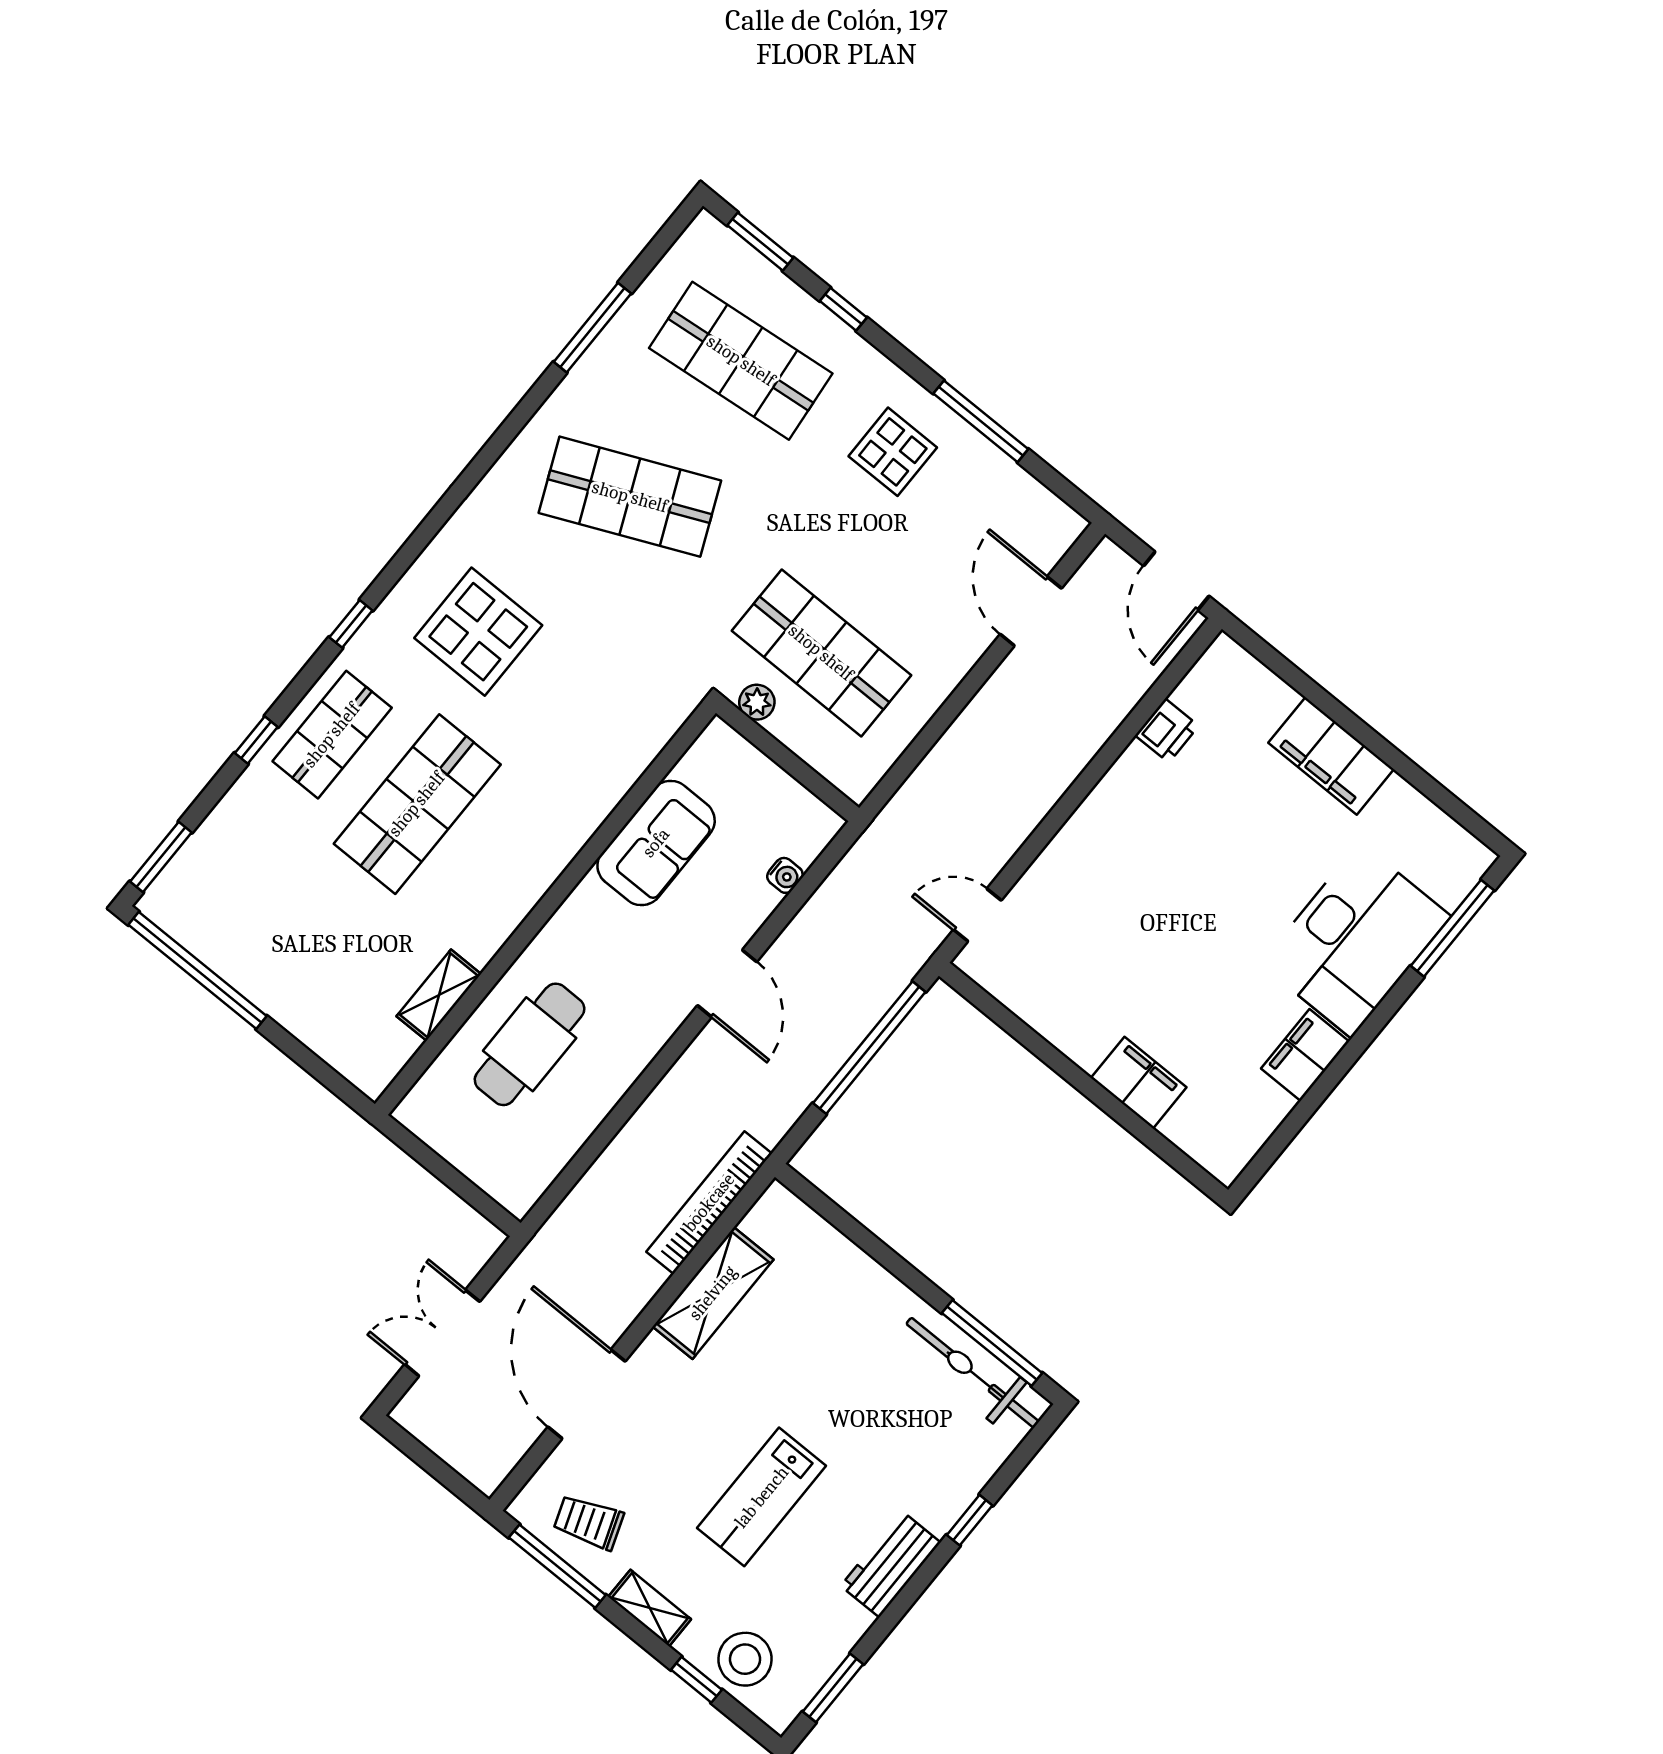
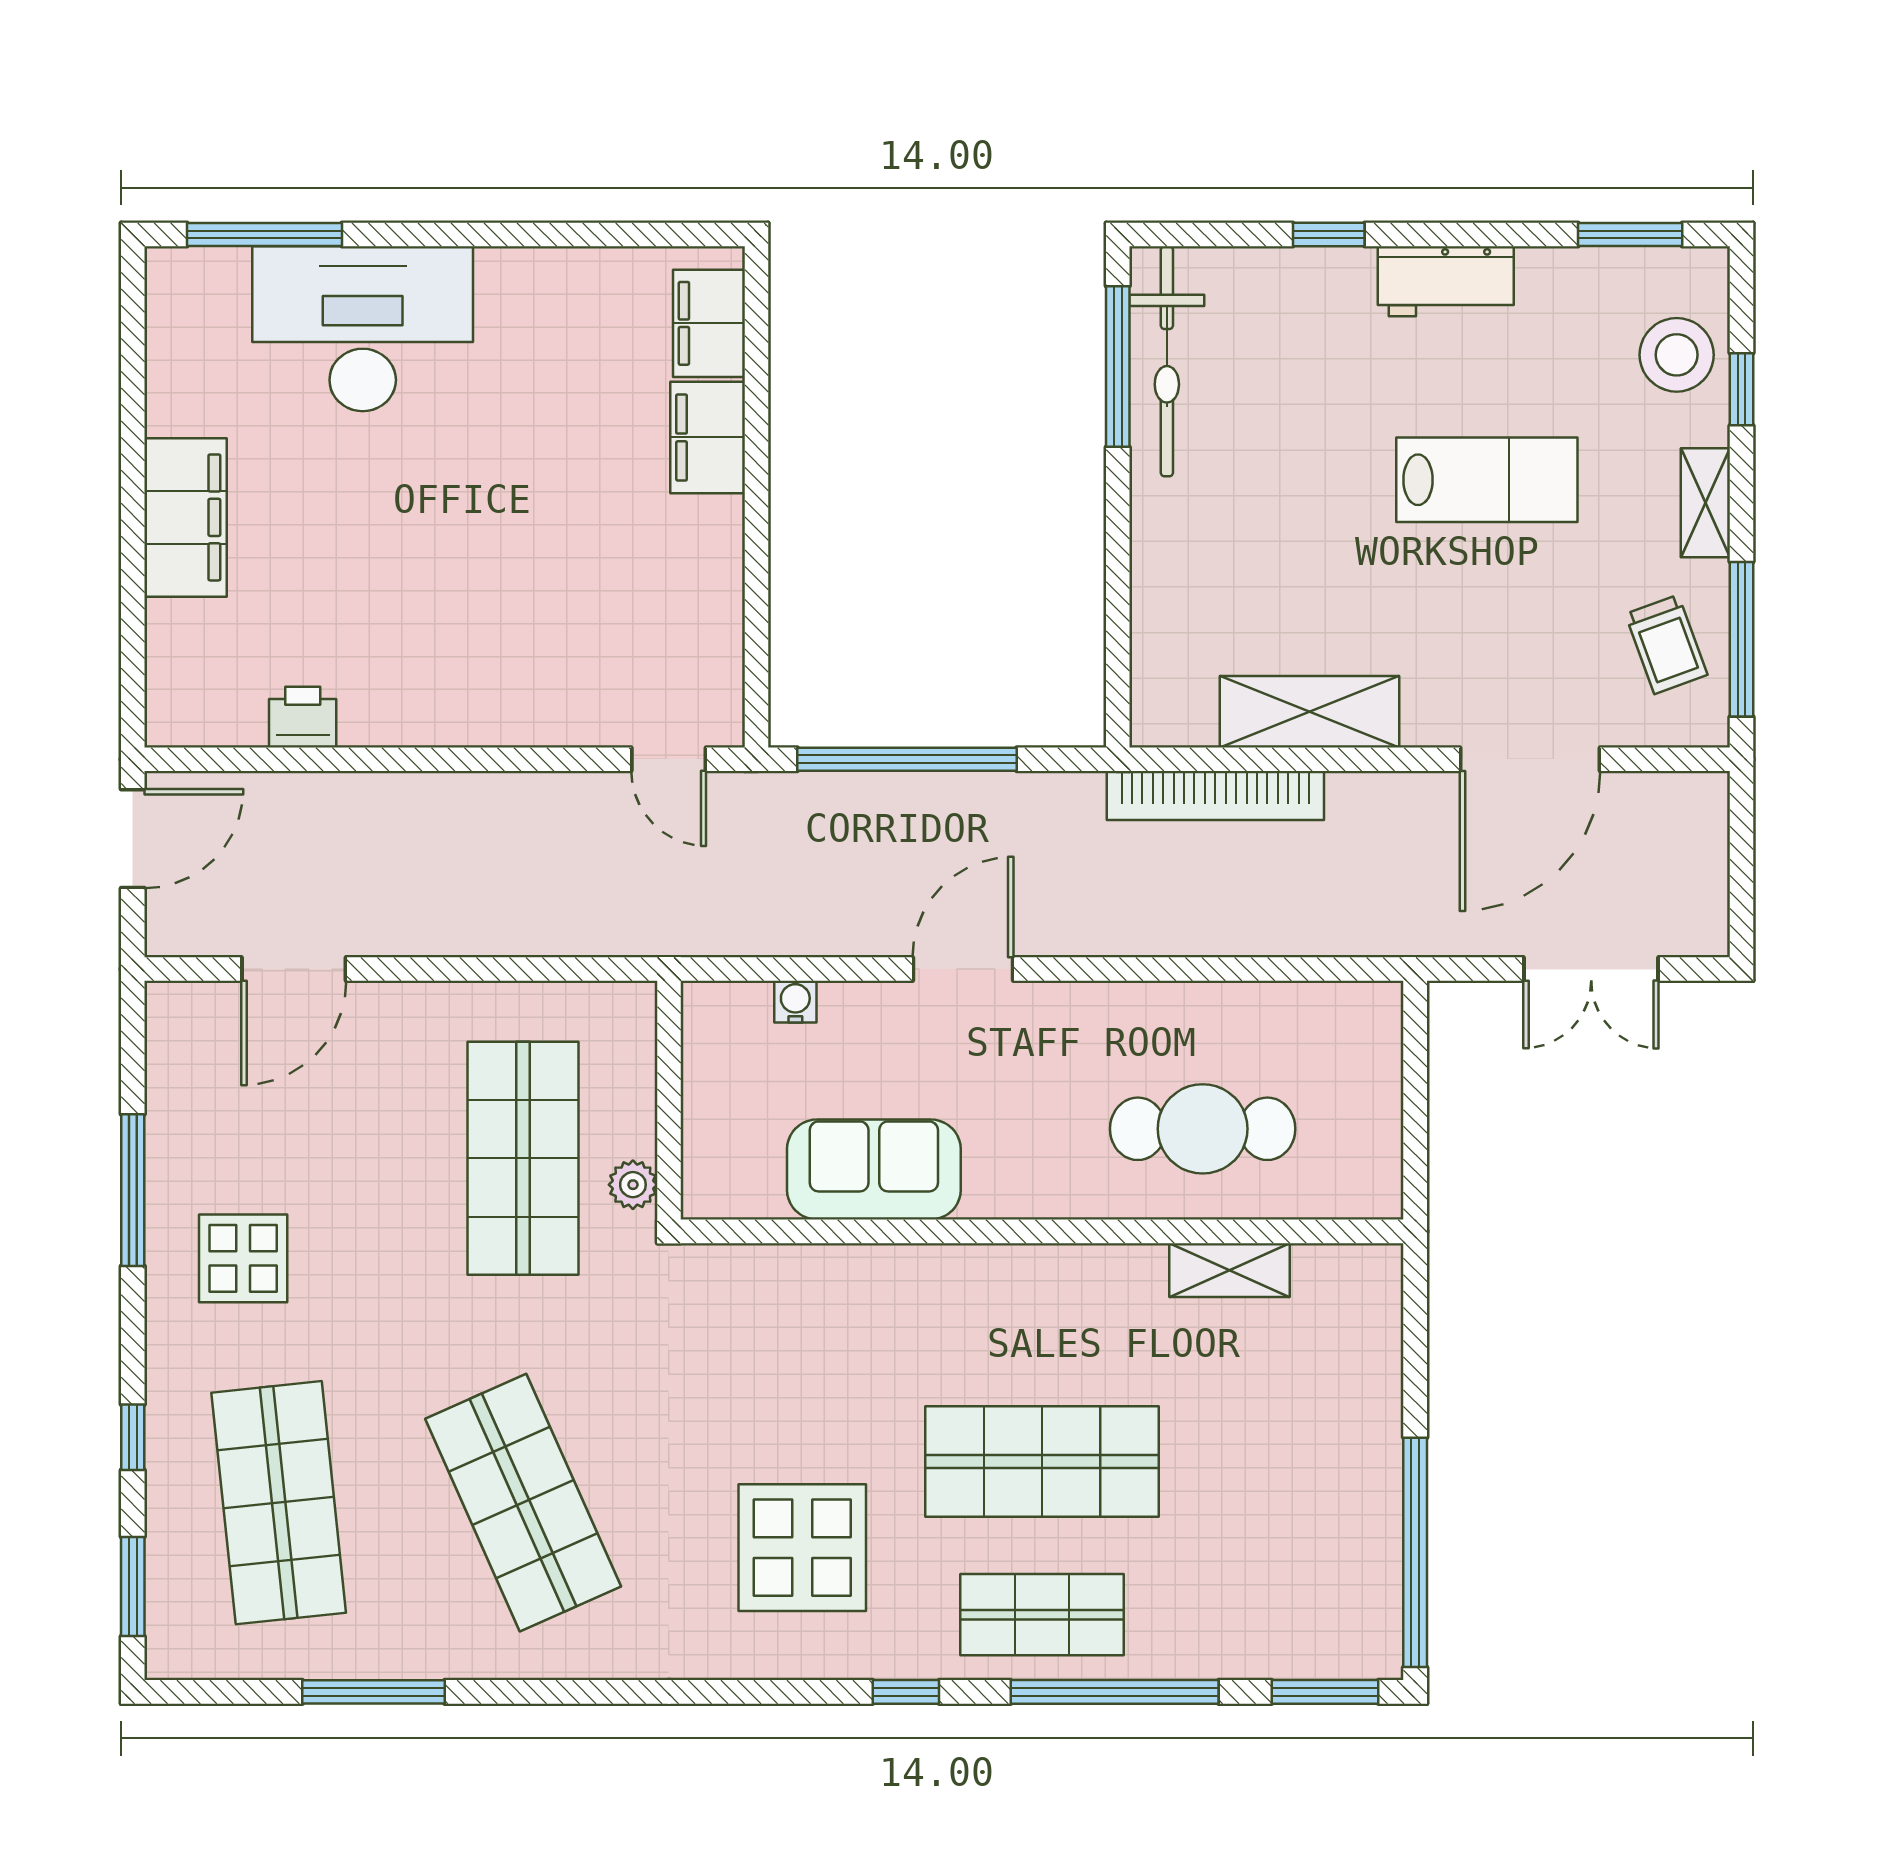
window: (256, 740) -> (1115, 1692), width x3.17
filing cabinet: (1305, 1055) -> (709, 323), moved, turned 90

